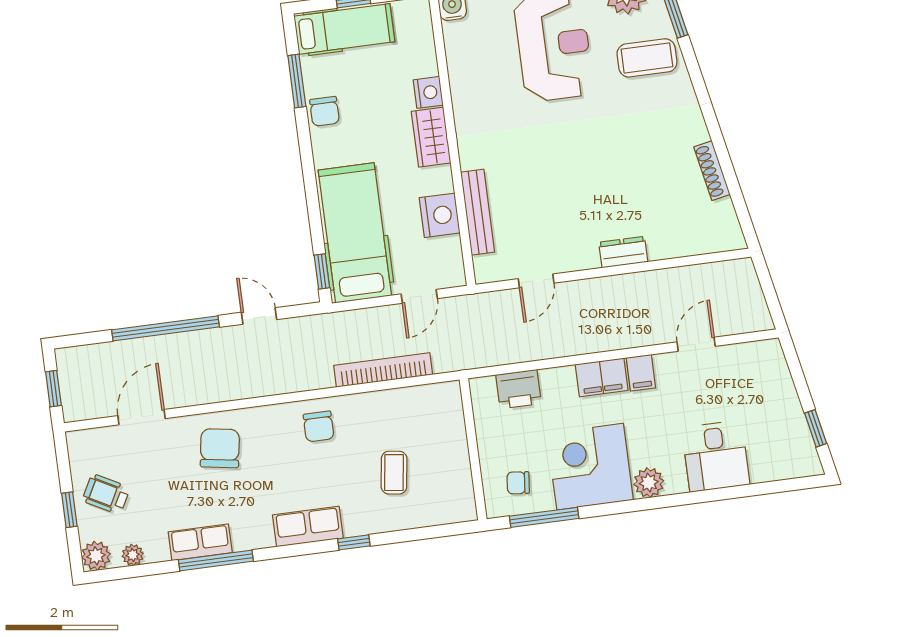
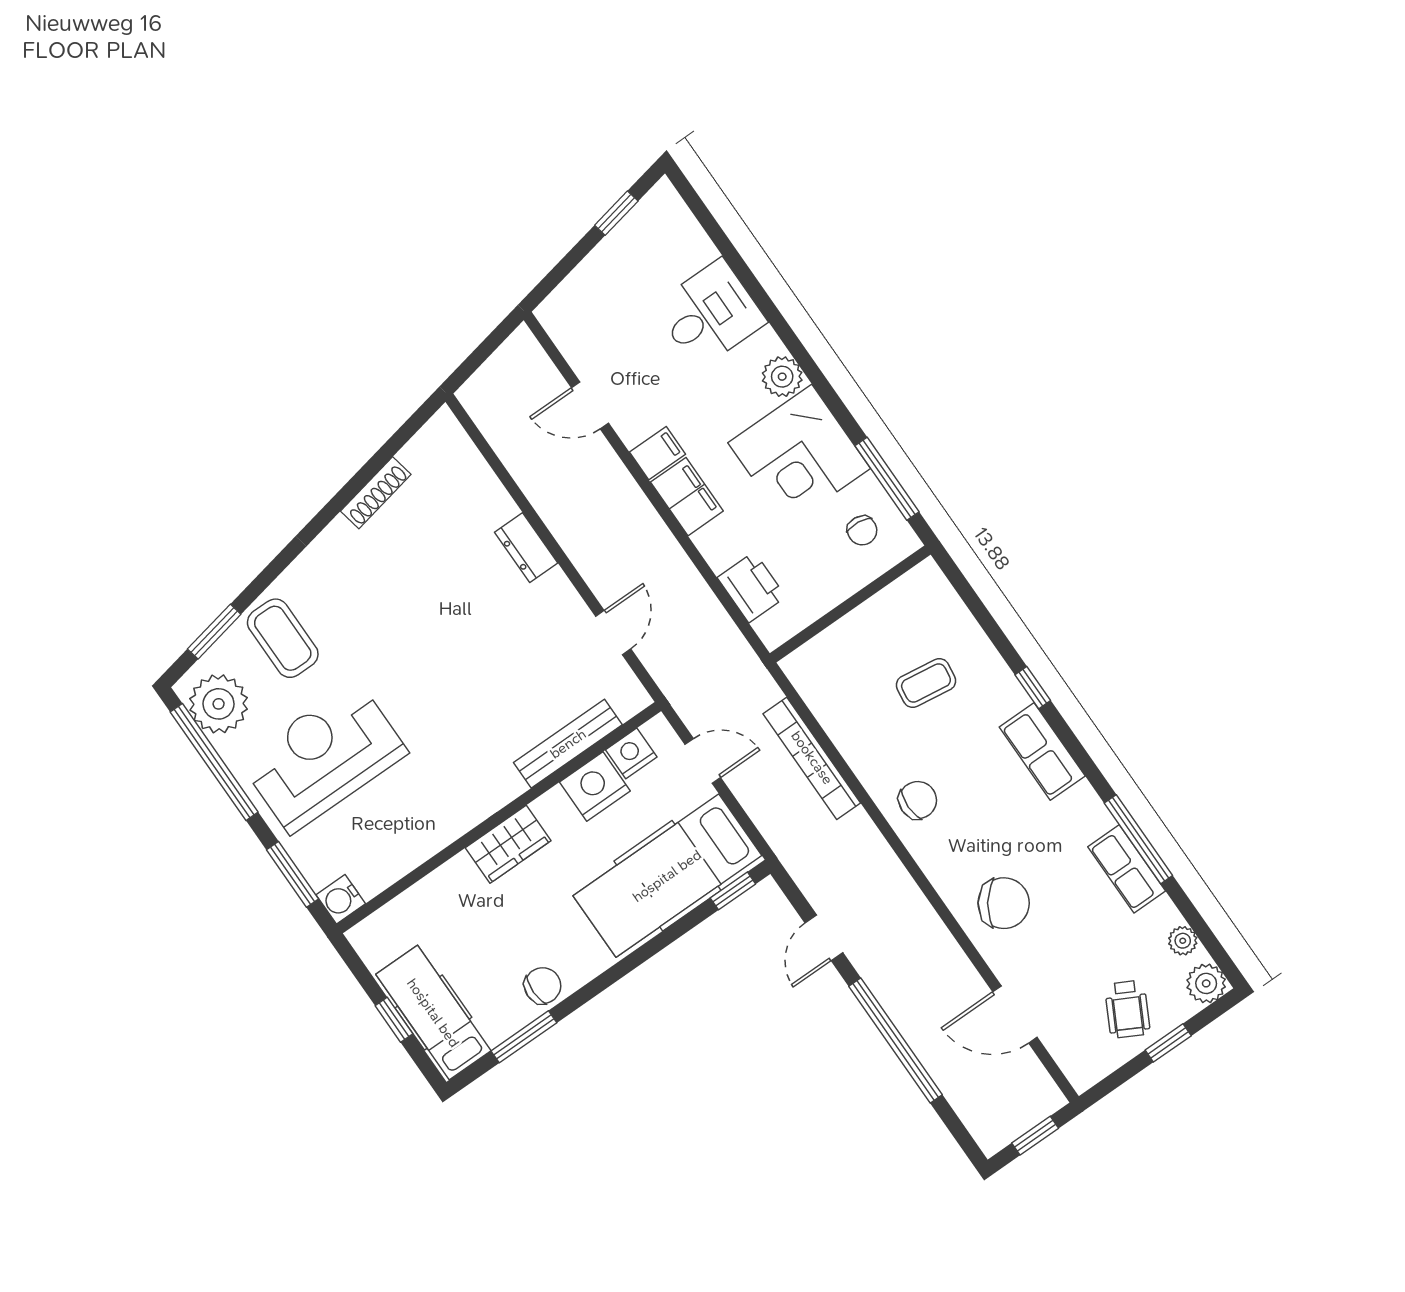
nightstand: (428, 92) -> (631, 753), moved
door: (536, 281) -> (613, 633), hinge flipped
chair: (220, 448) -> (1004, 903), turned -153

